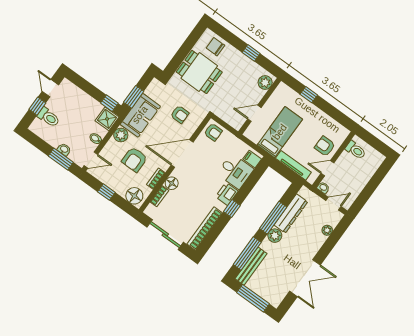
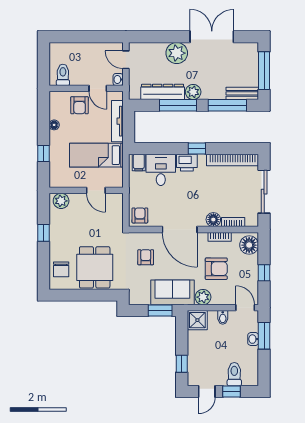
window: (109, 103) -> (182, 364), moved
floor lamp: (324, 117) -> (54, 125), added
plant: (327, 230) -> (177, 53), moved, width x1.87, depth x1.87
bench: (251, 266) -> (242, 93), width x0.73

